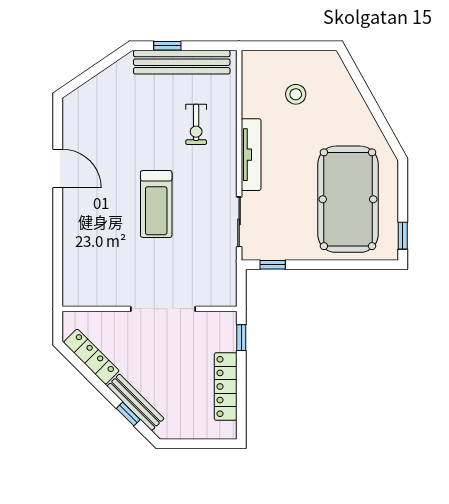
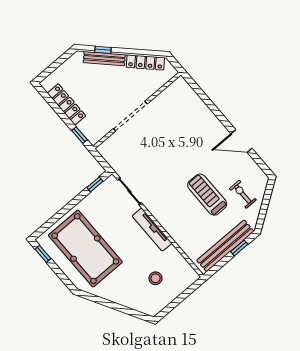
exercise bike: (196, 124) -> (243, 194), moved
treadmill: (156, 204) -> (207, 195), moved

